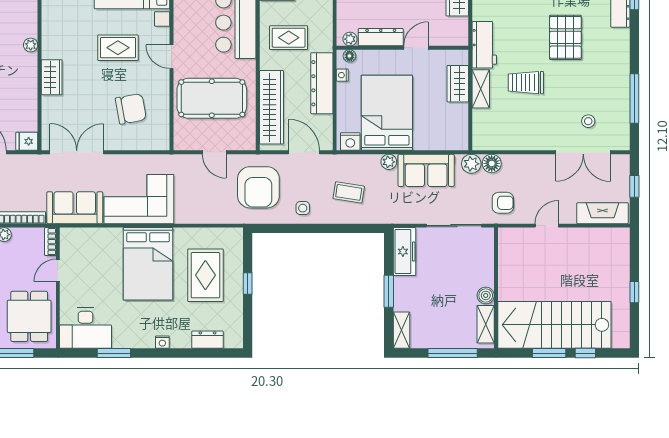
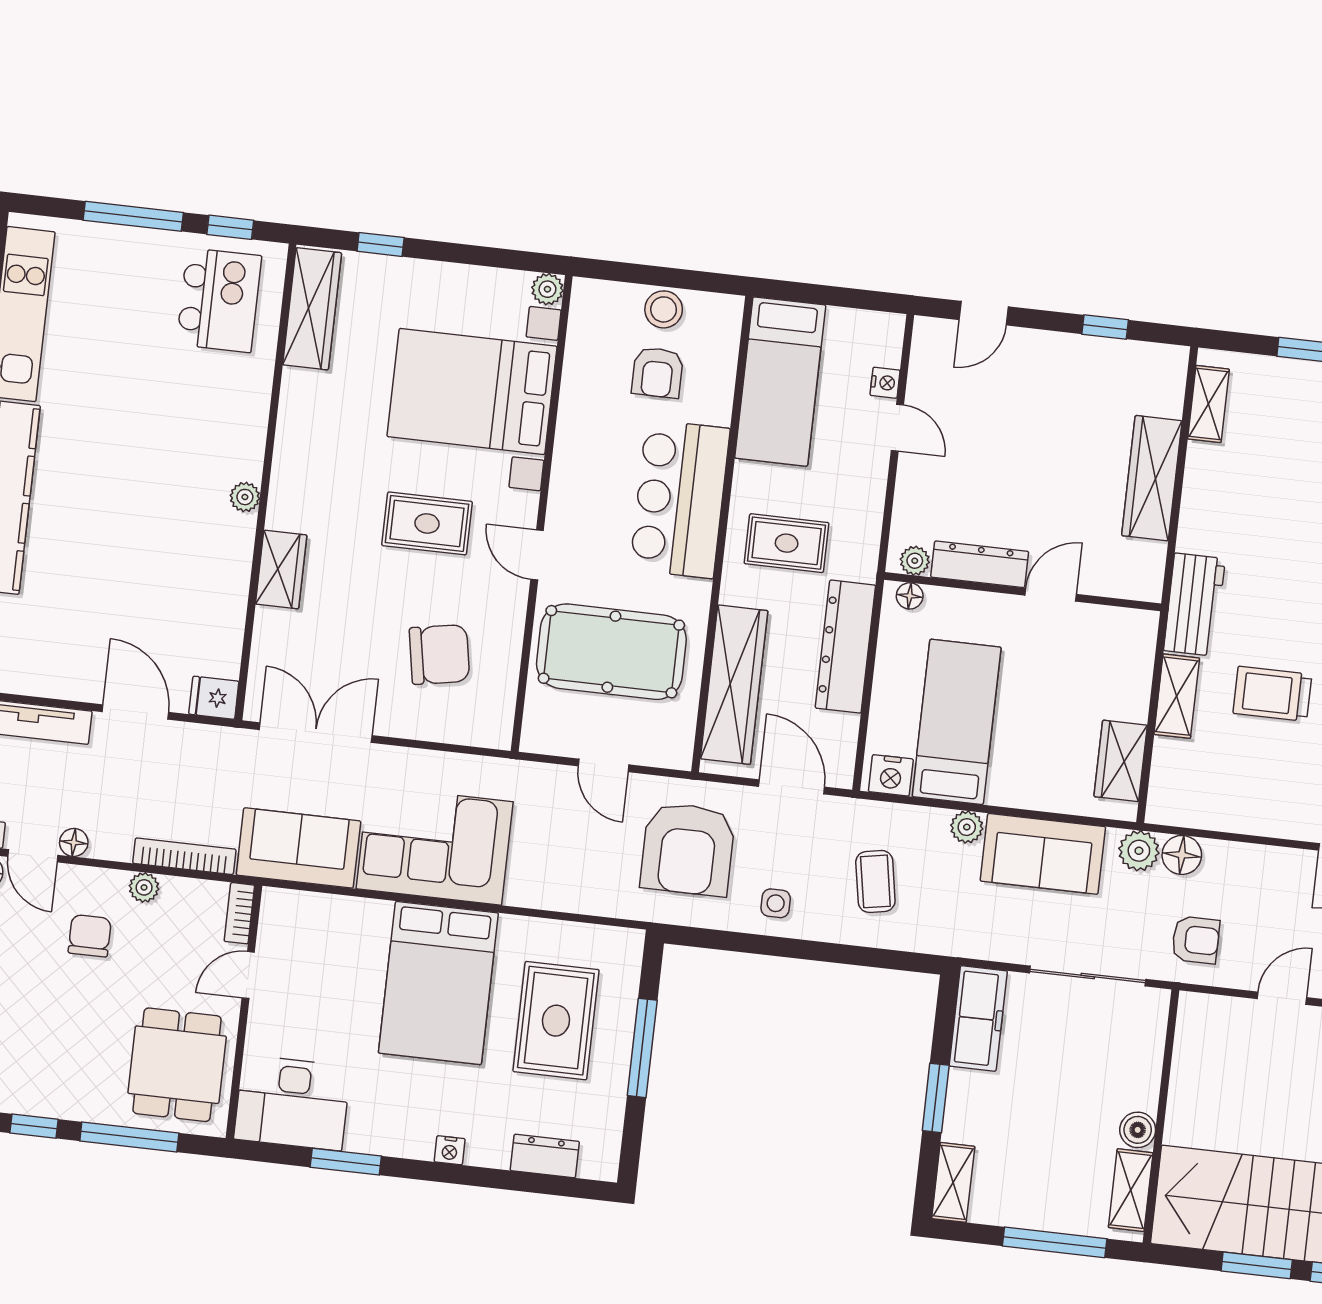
nightstand: (342, 75) -> (890, 635), removed
wardrobe: (458, 84) -> (1121, 761), moved
bed: (387, 113) -> (957, 722), width x0.67
coffee table: (349, 192) -> (875, 881), turned 71
window: (248, 283) -> (642, 1048), width x2.17

